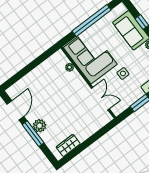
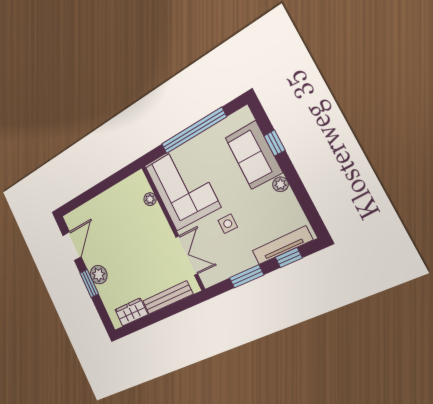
bench: (92, 129) -> (168, 298), added
window: (33, 134) -> (89, 284), width x0.69

